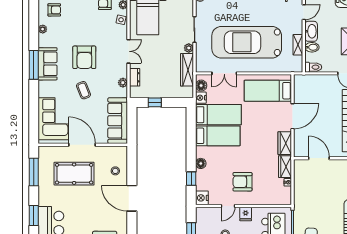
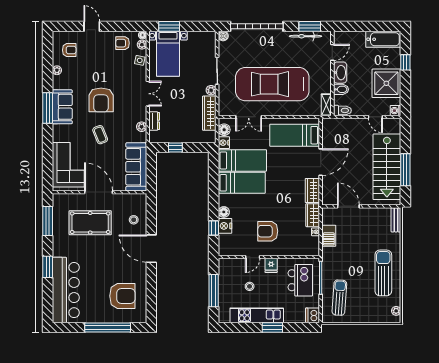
shelving: (298, 45) -> (326, 105), moved
barbecue: (300, 186) -> (329, 236), added
nightstand: (202, 198) -> (225, 226), moved

